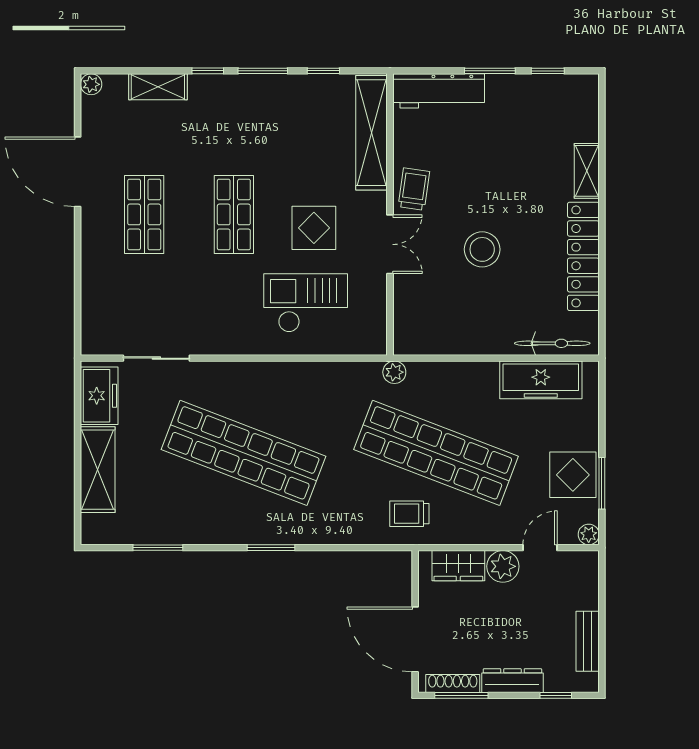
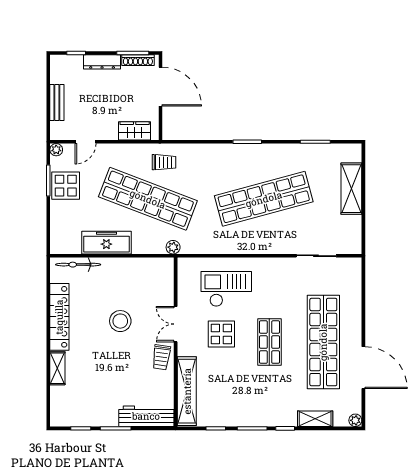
shop shelf: (144, 214) -> (323, 342), width x2.00, depth x1.36
checkout: (306, 303) -> (226, 289), turned 180
freezer: (541, 380) -> (106, 243), moved
freezer: (99, 396) -> (350, 233), removed
shop shelf: (243, 453) -> (264, 199), turned -36
plant: (503, 566) -> (108, 130), removed
bench: (588, 641) -> (57, 102), moved

